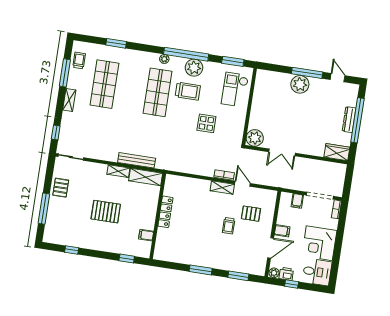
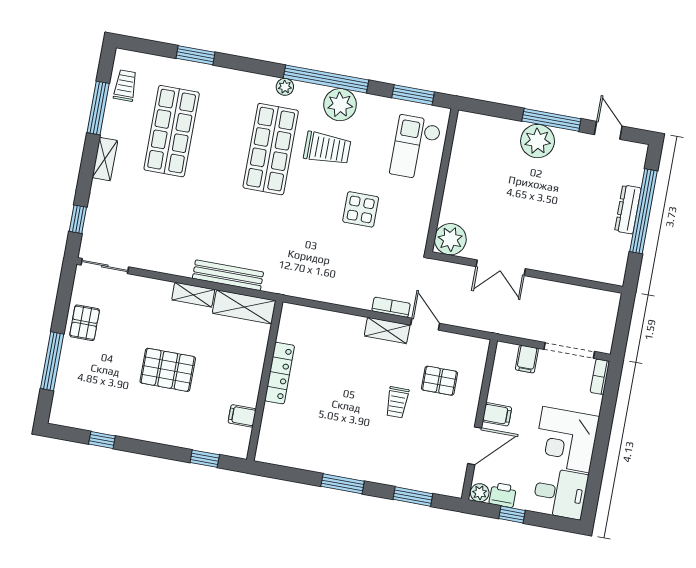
wardrobe: (337, 152) -> (603, 270), removed

